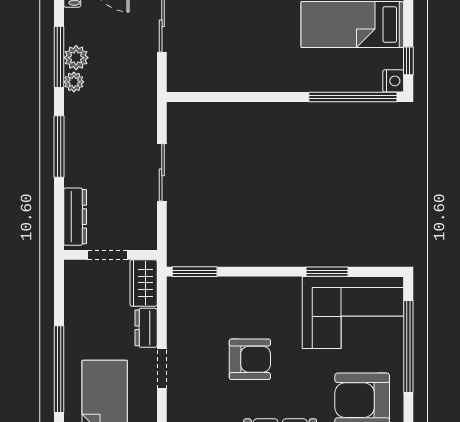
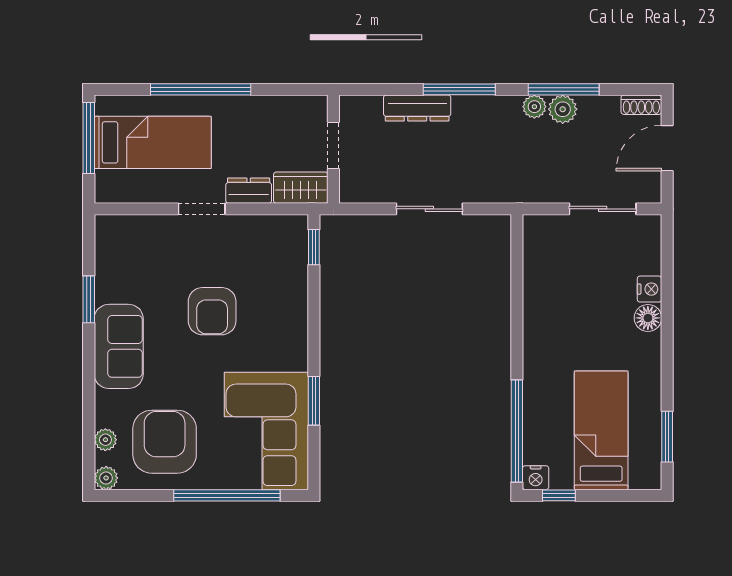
dresser: (75, 217) -> (417, 108), moved
window: (195, 272) -> (314, 247), width x0.67

